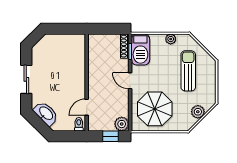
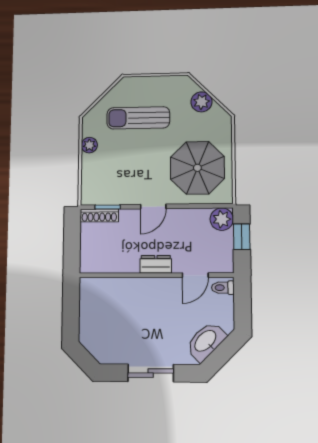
barbecue: (140, 50) -> (105, 191), removed
dresser: (93, 82) -> (156, 264), added
door: (87, 107) -> (195, 275), hinge flipped

